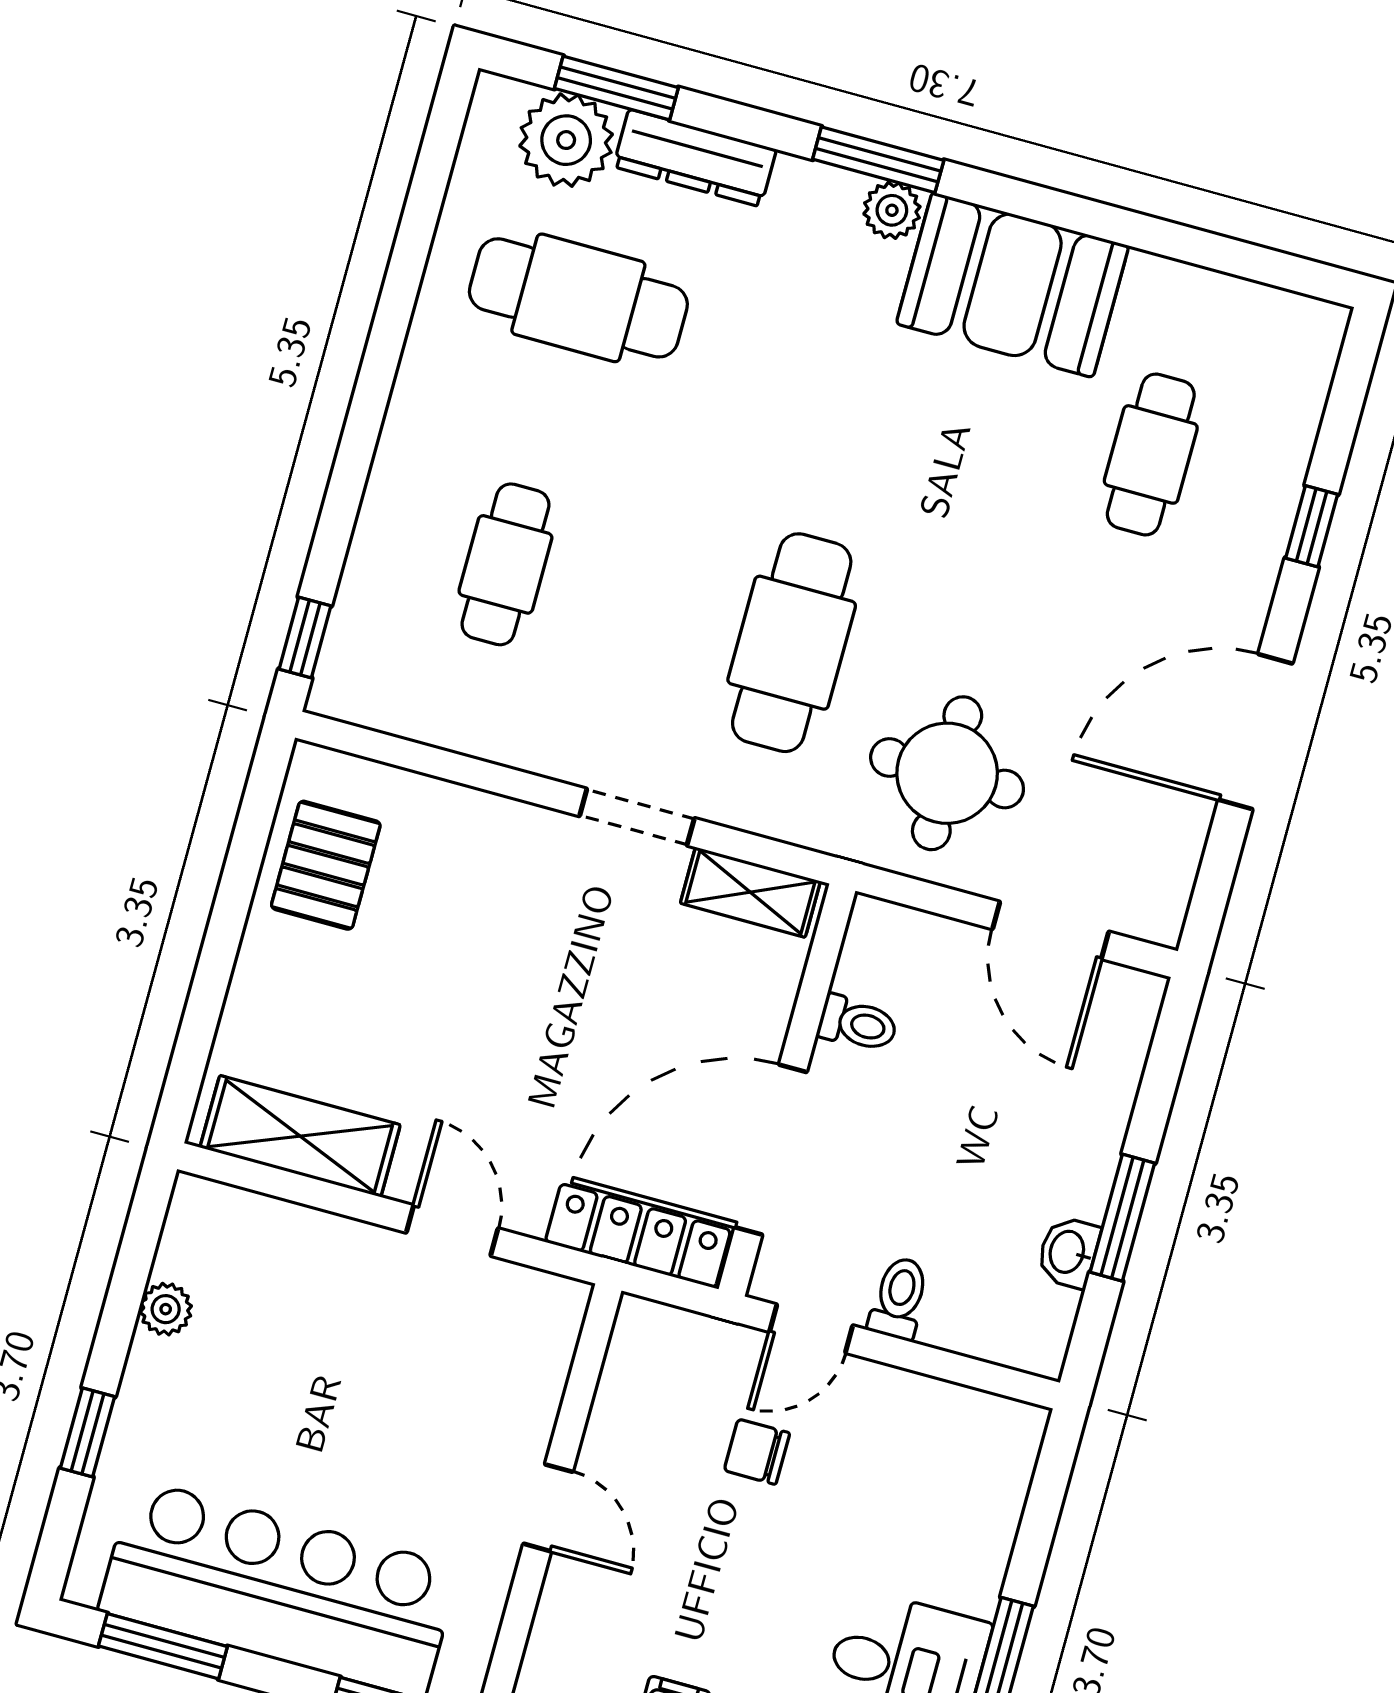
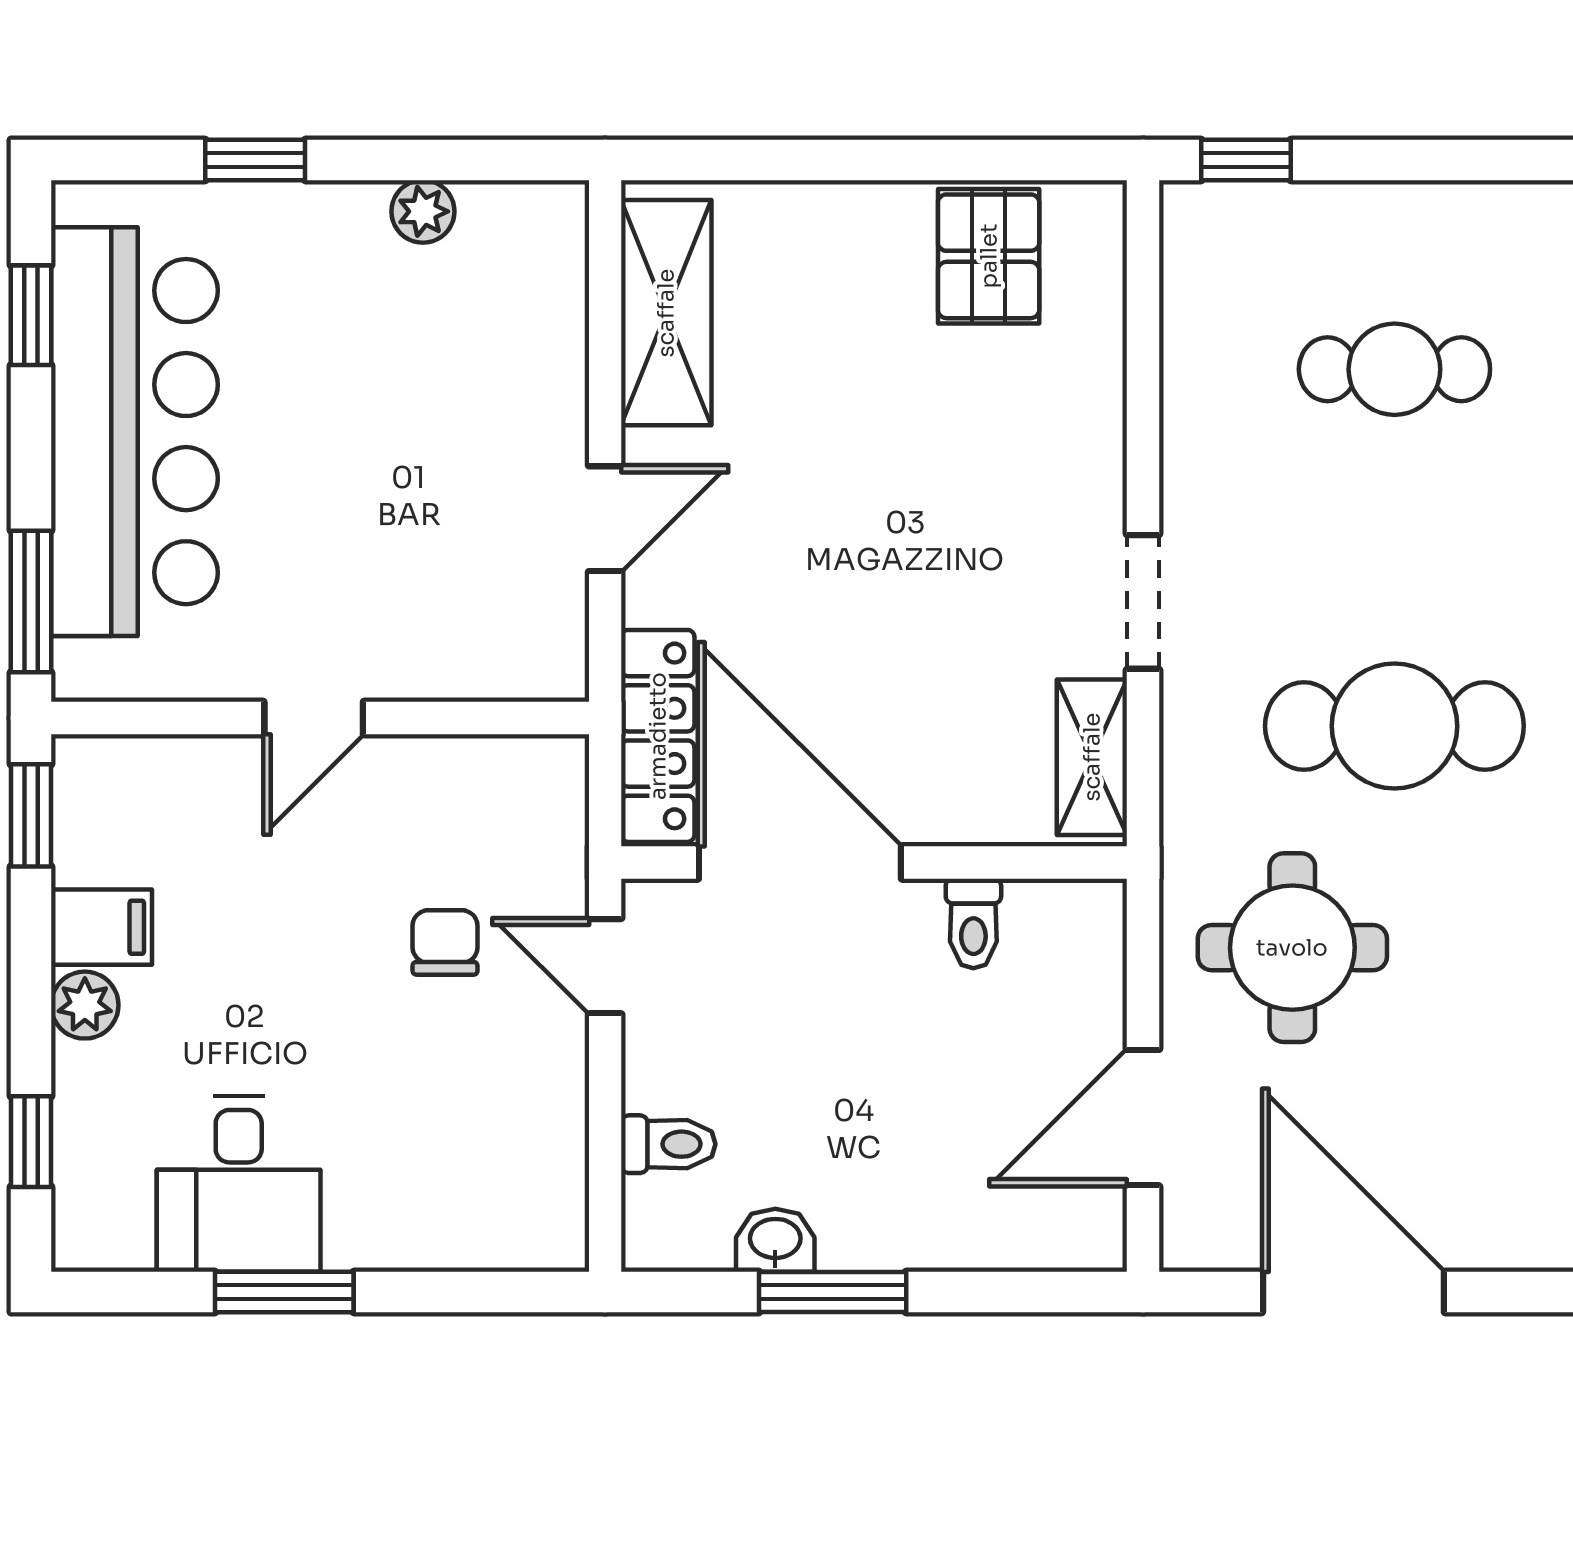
door: (1255, 732) -> (1353, 1292), moved
pallet: (326, 865) -> (989, 256), turned 90
toilet: (899, 1298) -> (668, 1144), moved
window: (163, 1646) -> (31, 315), width x0.67

